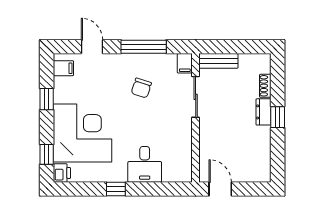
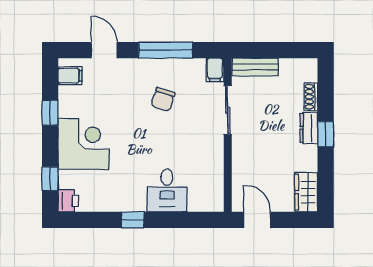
corner desk: (82, 133) -> (84, 144), width x0.74, depth x0.74
wardrobe: (261, 166) -> (306, 192), added

